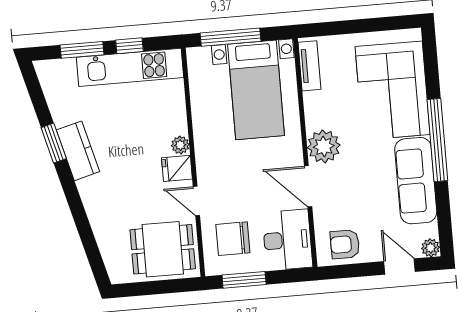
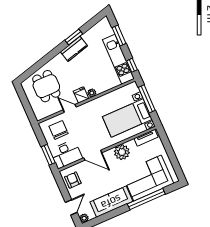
window: (129, 46) -> (132, 65), moved
window: (437, 140) -> (146, 199), moved
plant: (324, 146) -> (122, 152), moved
door: (308, 186) -> (93, 155), swing flipped
door: (196, 201) -> (70, 108), hinge flipped
dining table: (163, 249) -> (46, 86), moved
window: (244, 280) -> (48, 155), moved

